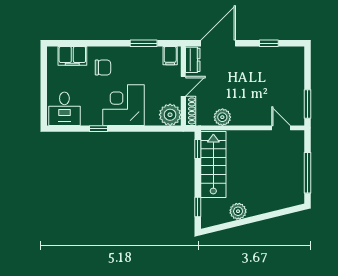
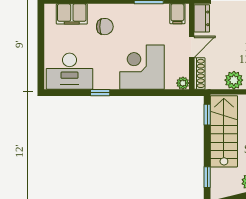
corner desk: (124, 105) -> (142, 67), moved
desk: (64, 109) -> (69, 71), width x1.37
plant: (170, 115) -> (183, 83), width x0.53, depth x0.53

